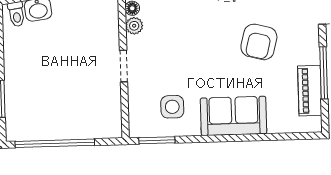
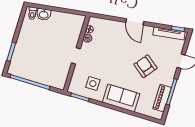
armchair: (259, 42) -> (145, 66), turned 114

